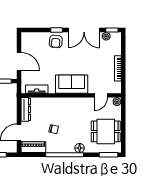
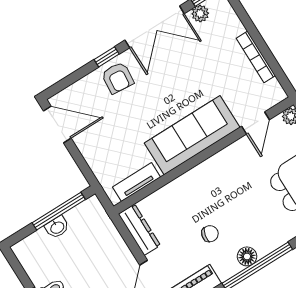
door: (19, 62) -> (57, 124), moved
sofa: (72, 84) -> (192, 135), width x1.36
floor lamp: (80, 148) -> (247, 256), moved

